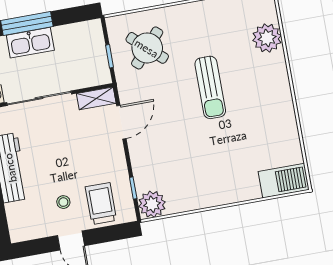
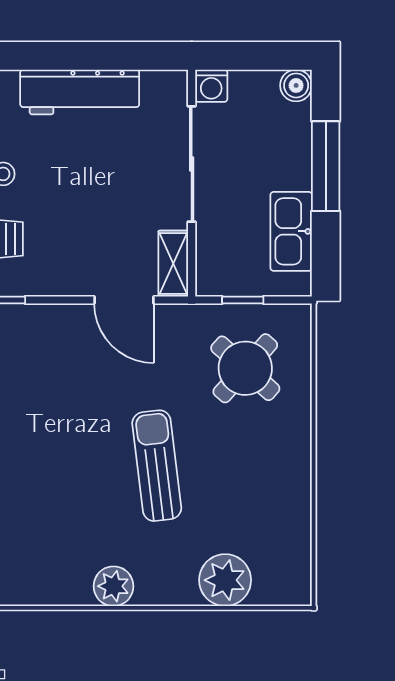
kitchen sink: (30, 43) -> (291, 231), moved
sun lounger: (210, 87) -> (157, 466), turned 83
plant: (282, 99) -> (113, 586), added

